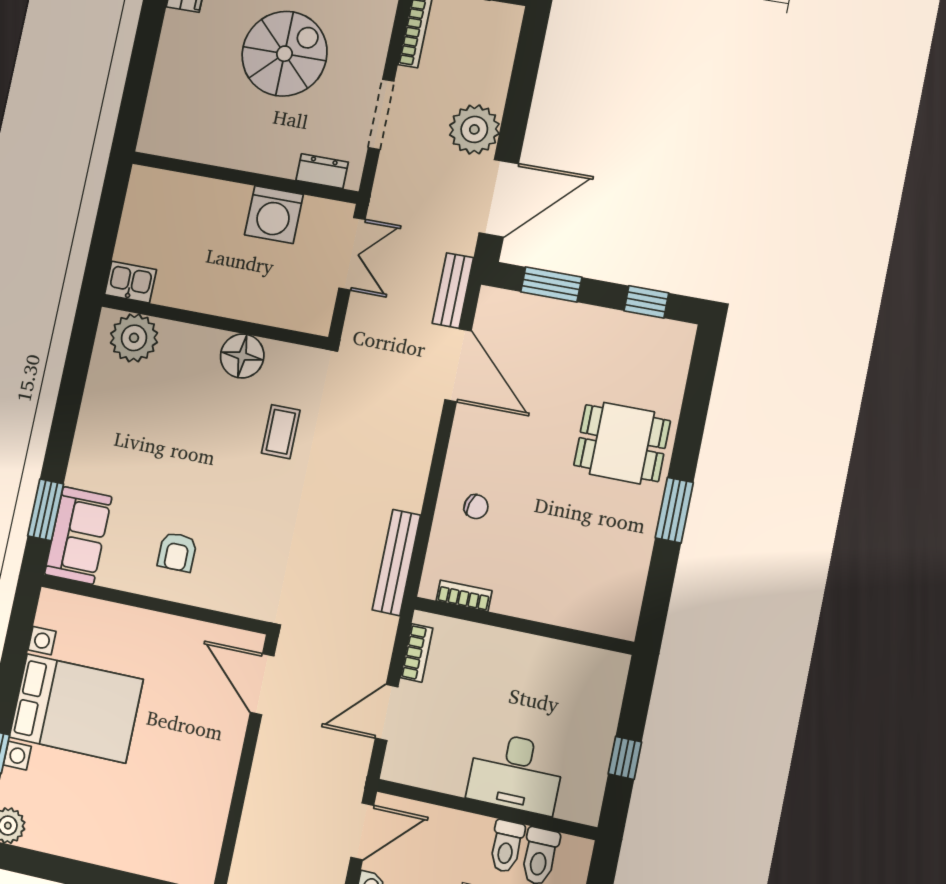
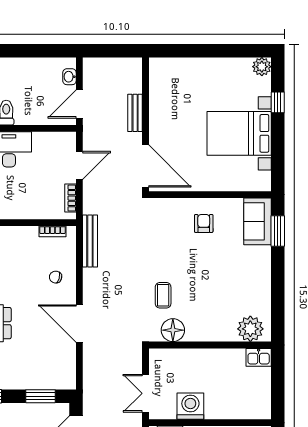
bench: (453, 291) -> (135, 113), moved
floor lamp: (242, 356) -> (173, 330), moved
door: (458, 365) -> (79, 324), moved
door: (262, 684) -> (145, 166), width x1.36

